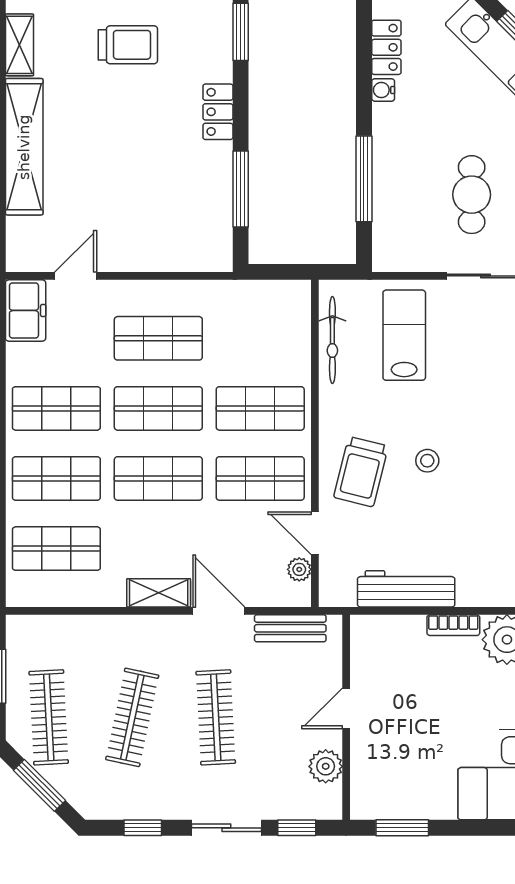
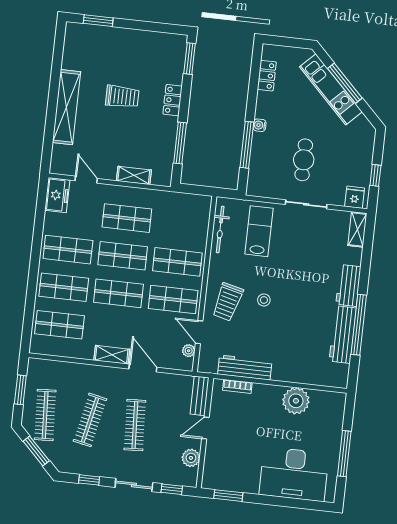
shelving: (19, 45) -> (134, 175), moved, turned 90
trolley: (128, 45) -> (122, 97), moved
water cooler: (383, 90) -> (259, 125), moved
door: (76, 276) -> (86, 180), hinge flipped
bookcase: (453, 625) -> (237, 386), moved
bench: (290, 628) -> (200, 396), moved, turned 90

